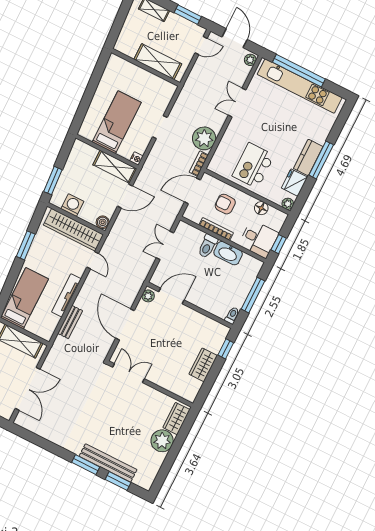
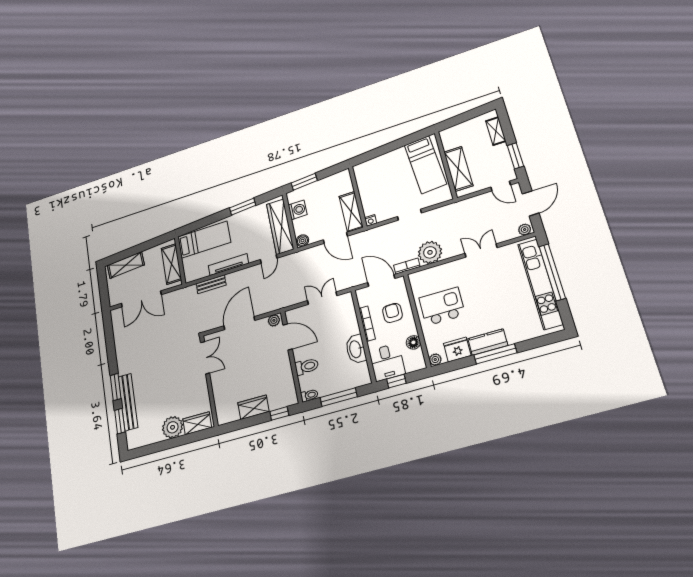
bed: (117, 122) -> (425, 165), moved, turned 86
toilet: (208, 246) -> (307, 366), moved, turned 180

